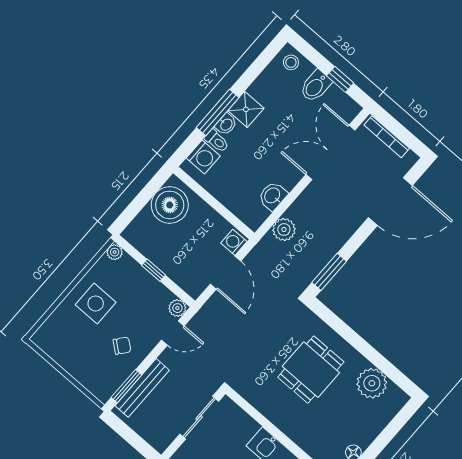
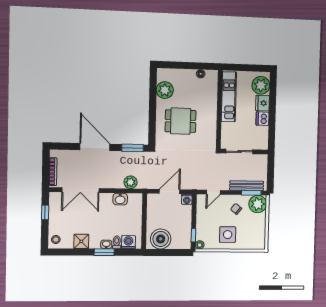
bidet: (316, 86) -> (57, 220), removed
shower: (246, 109) -> (81, 241), moved
window: (218, 112) -> (104, 252), width x0.69
door: (390, 202) -> (95, 147), moved
washing machine: (234, 242) -> (187, 199), moved
window: (154, 270) -> (193, 235), moved
plant: (177, 308) -> (258, 204), moved, width x1.87, depth x1.87
door: (173, 333) -> (213, 192), swing flipped

